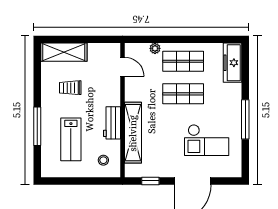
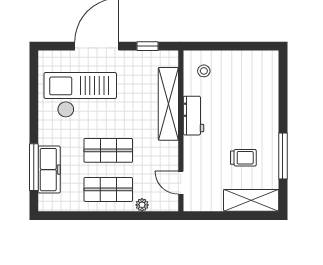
freezer: (233, 63) -> (49, 170), moved
window: (245, 119) -> (34, 167), moved
window: (37, 126) -> (283, 156), moved
lab bench: (71, 139) -> (243, 96), removed
checkout: (207, 140) -> (80, 95), width x1.36, depth x1.21

